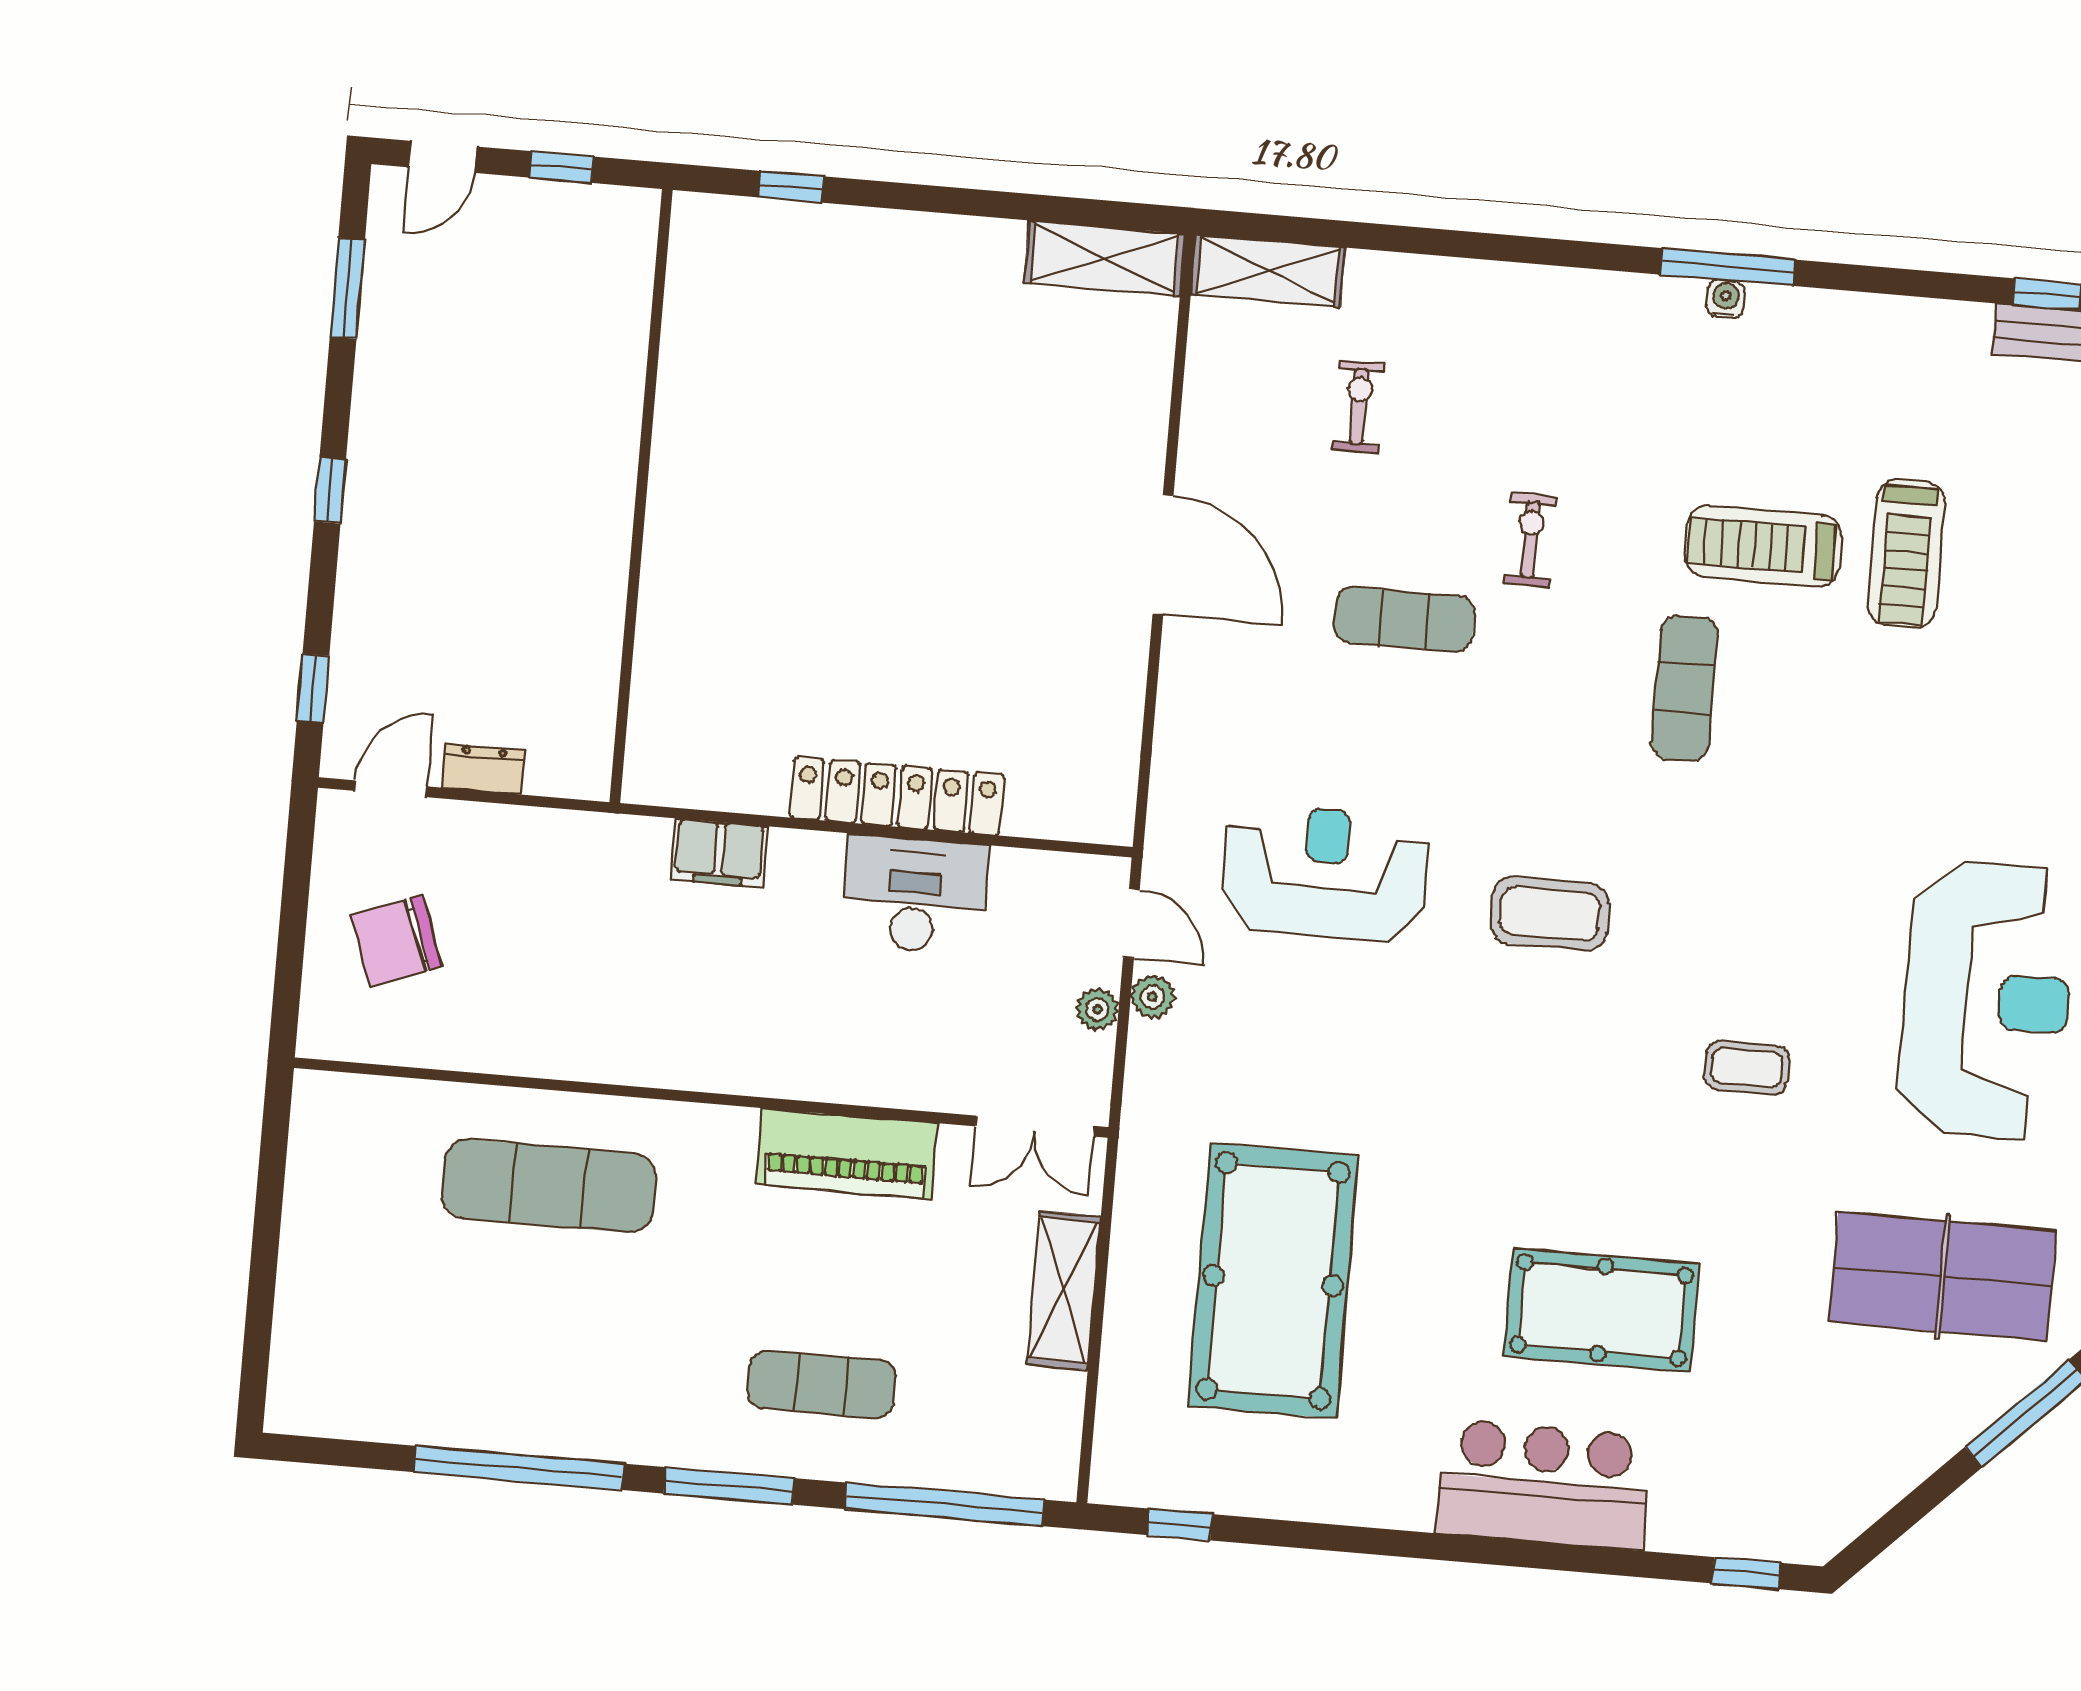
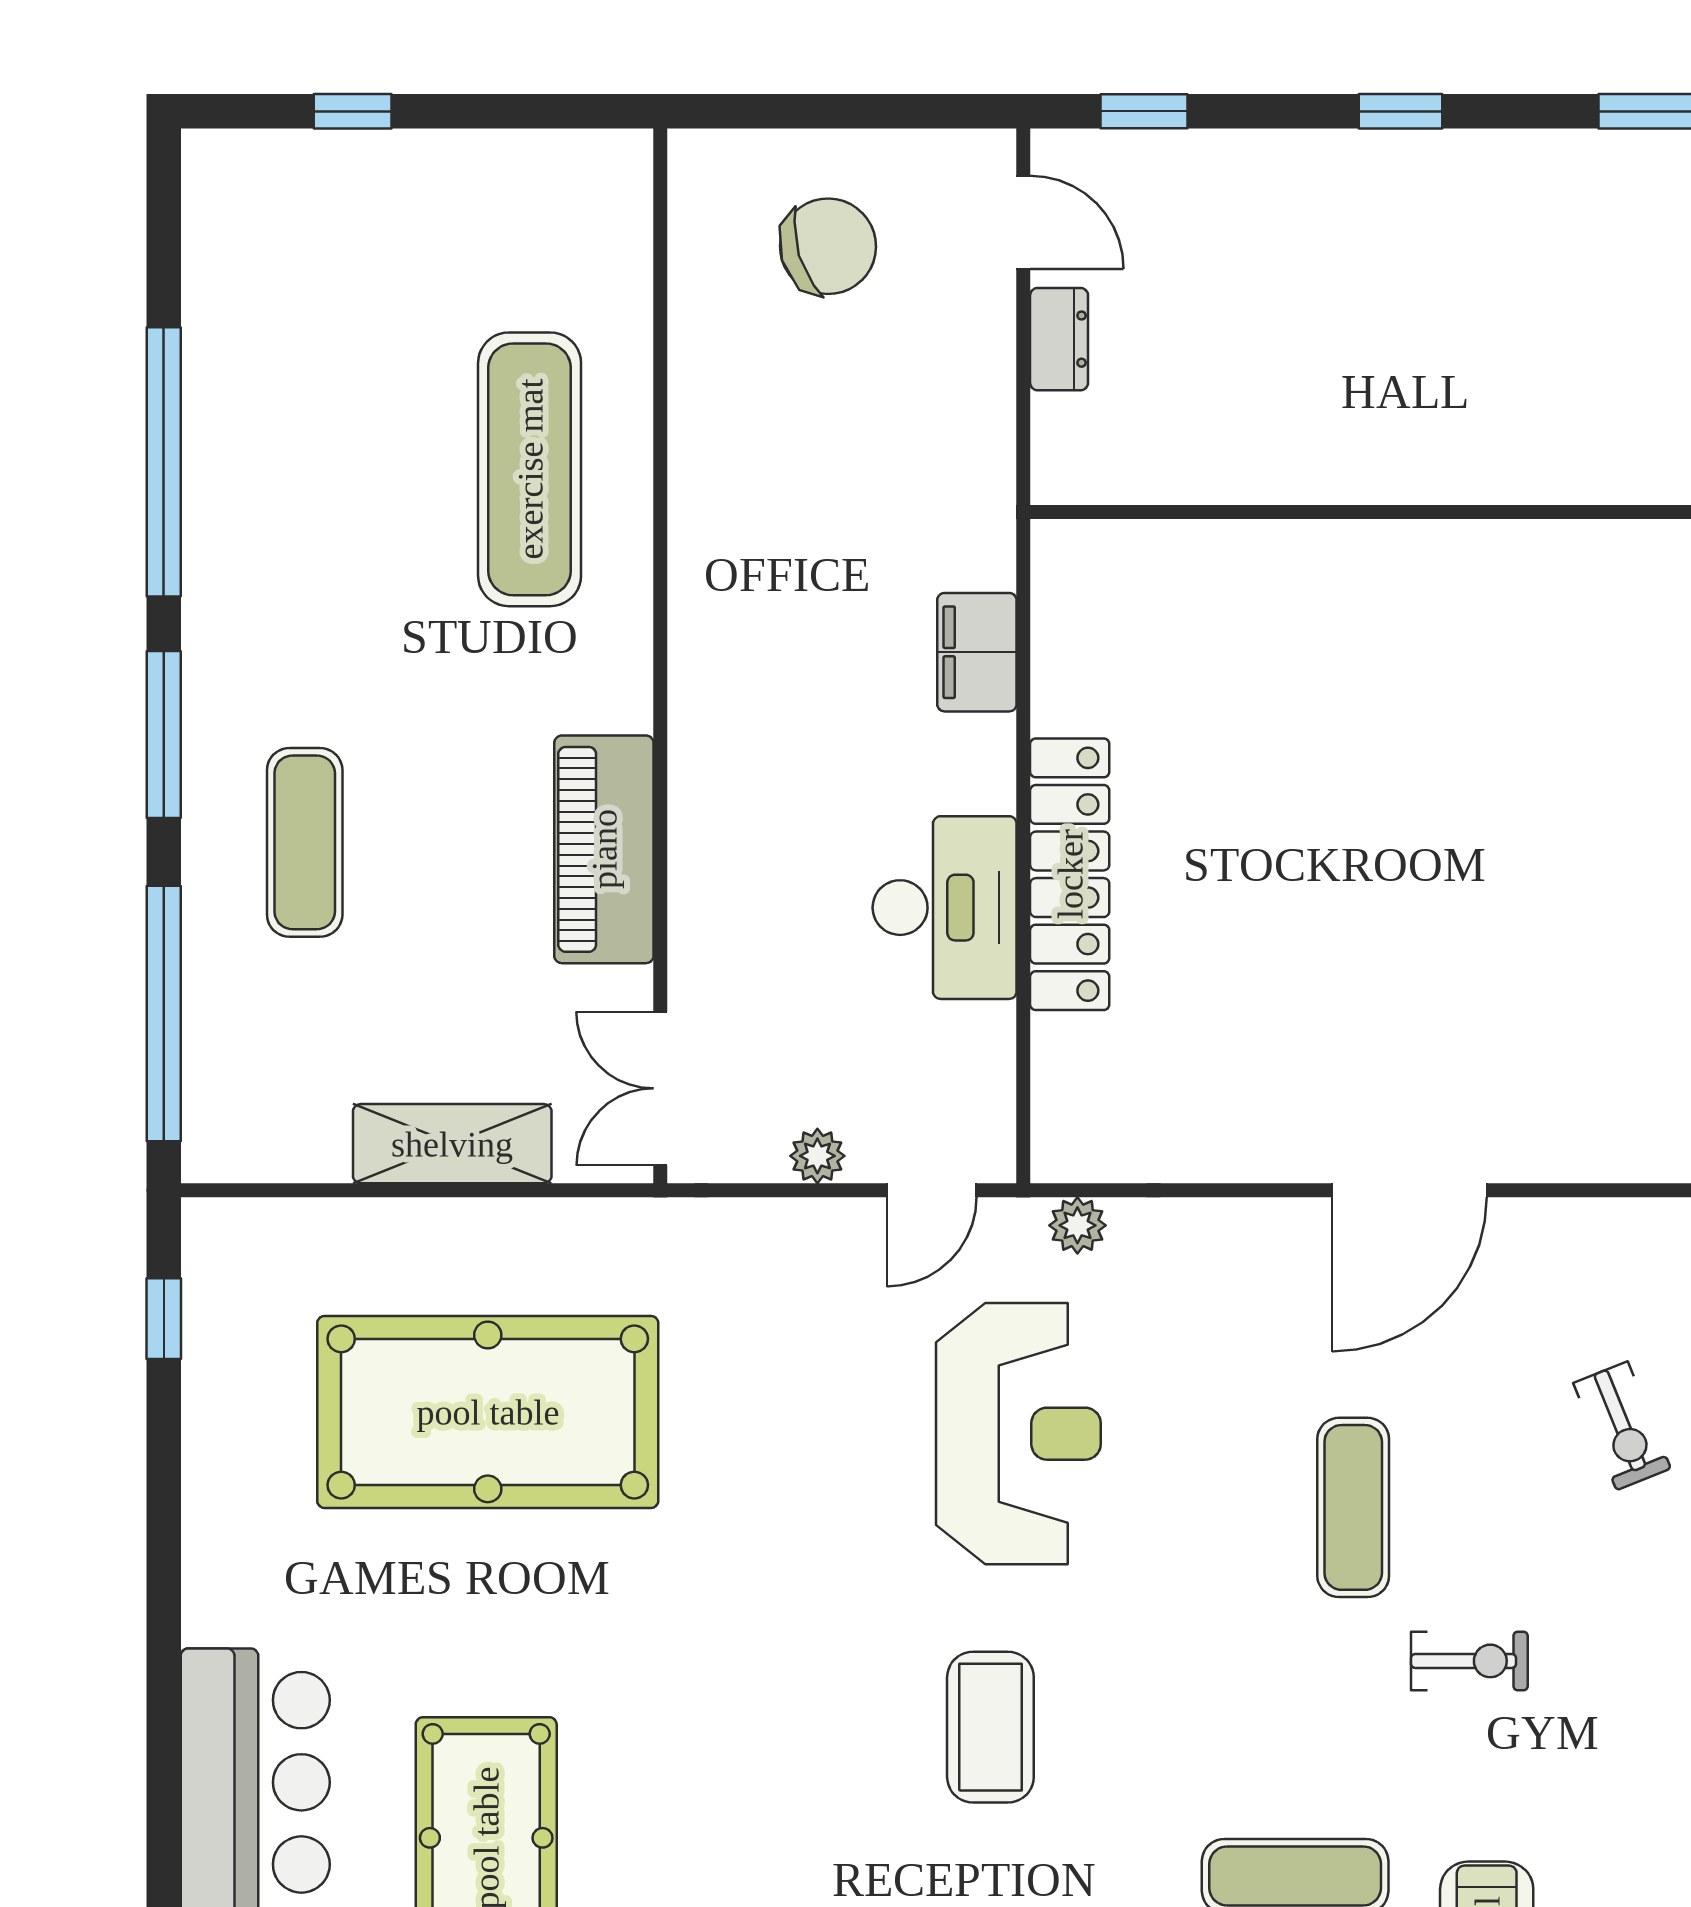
exercise bike: (1359, 406) -> (1622, 1426), turned 68
chair: (396, 941) -> (828, 246), turned 94
plant: (1152, 997) -> (1077, 1225), moved
window: (261, 1299) -> (353, 111), added

